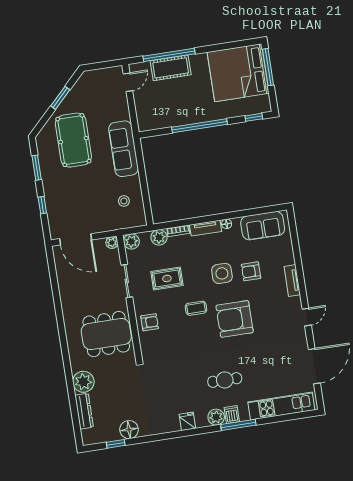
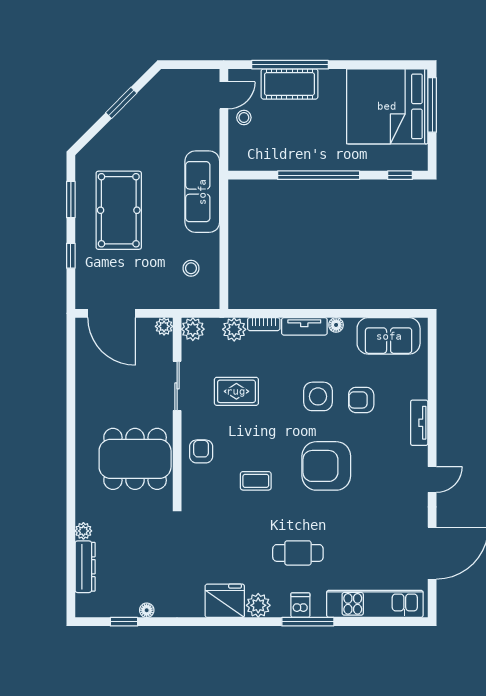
stool: (144, 95) -> (244, 118), added
pool table: (73, 140) -> (119, 210), moved
coffee table: (196, 308) -> (256, 481), moved
armchair: (150, 322) -> (201, 451), turned -90
plant: (83, 382) -> (83, 531), width x0.53, depth x0.53
plant: (216, 417) -> (258, 605), moved
fridge: (187, 421) -> (225, 601), width x1.88, depth x1.34
floor lamp: (129, 430) -> (147, 610), width x0.53, depth x0.53

